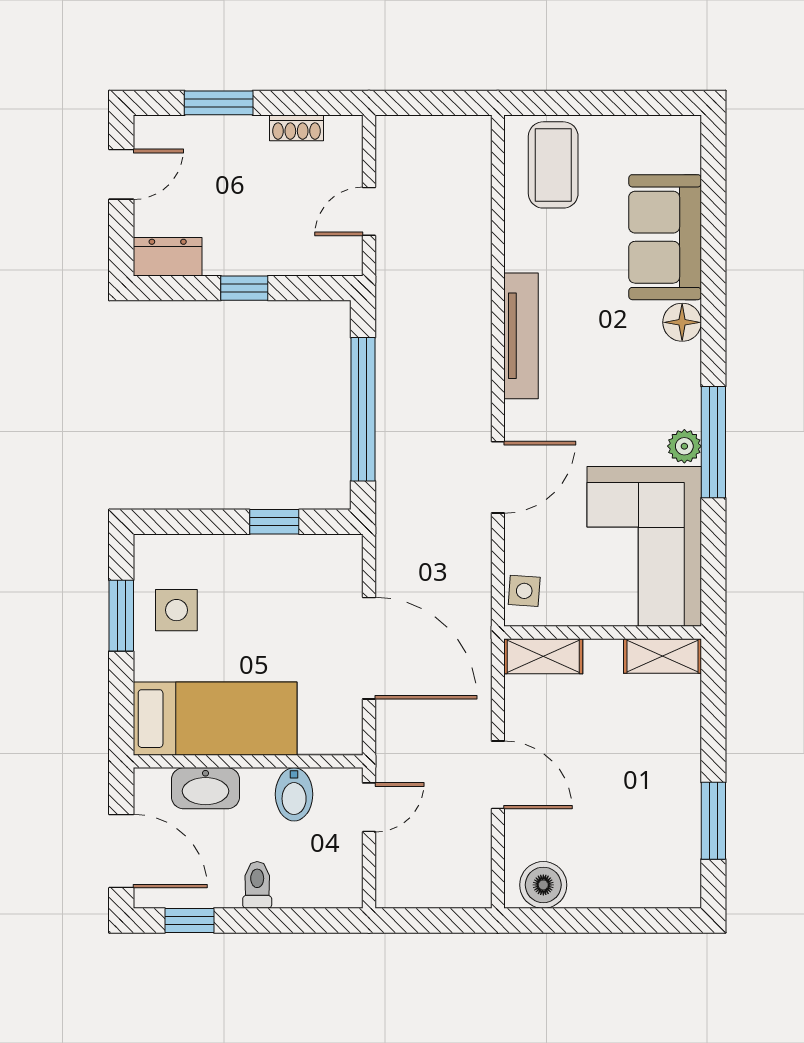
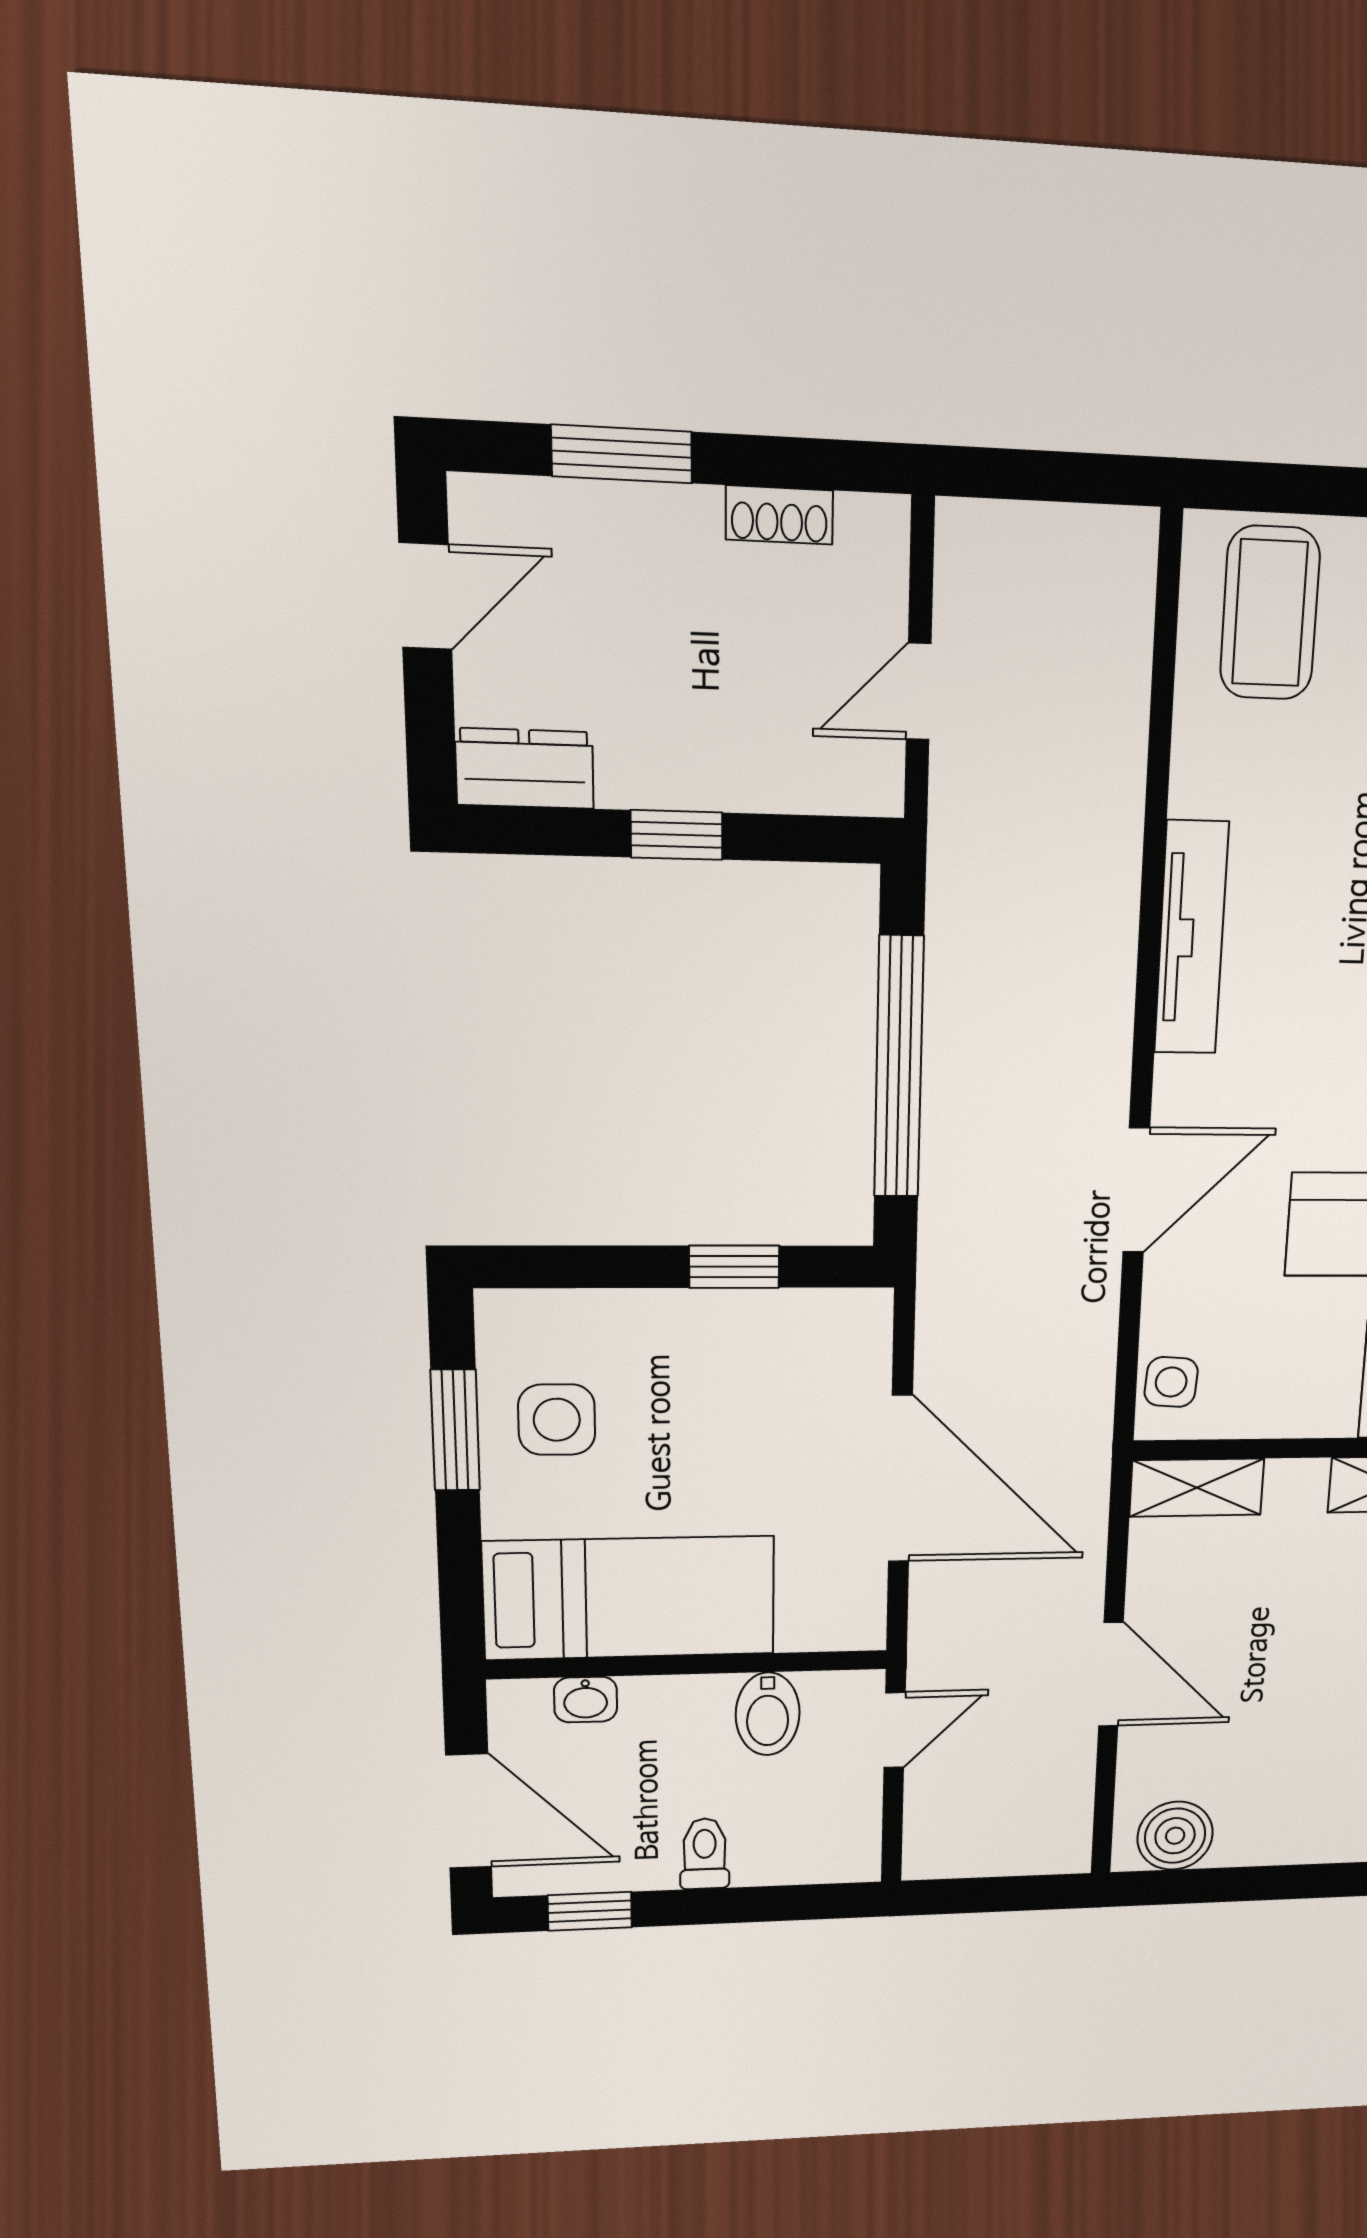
washbasin: (205, 788) -> (586, 1700), width x0.52, depth x0.69

